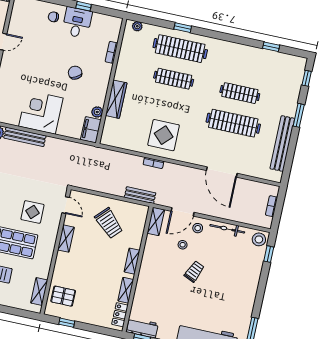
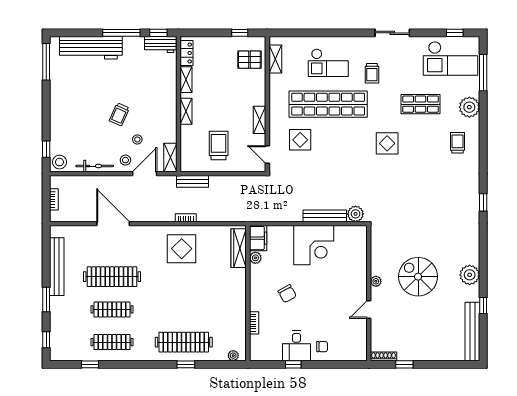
clothes rail: (174, 79) -> (112, 342), moved
wardrobe: (116, 99) -> (239, 248), moved
trolley: (109, 223) -> (219, 145), turned 46

